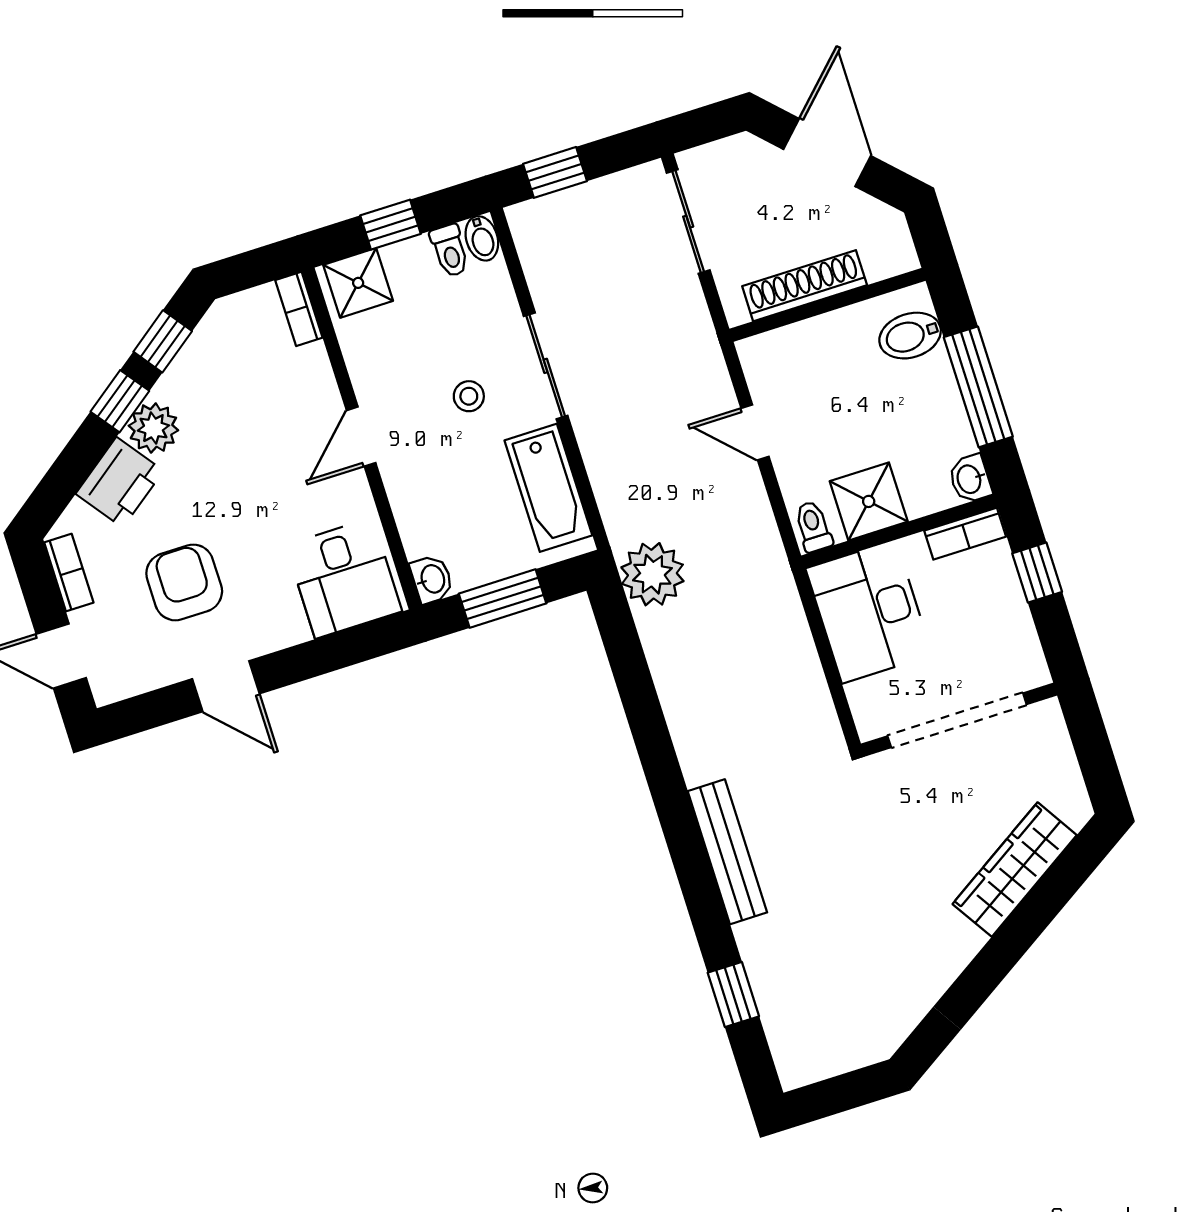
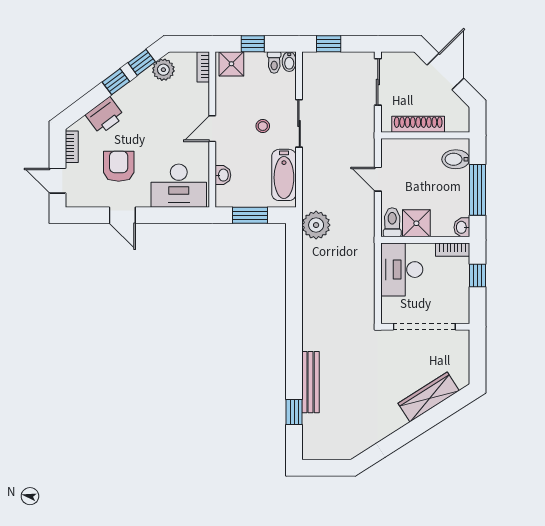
plant: (153, 428) -> (163, 70), moved
toilet: (813, 527) -> (392, 222), width x1.37, depth x1.39
desk: (344, 578) -> (179, 186), width x1.37
washbasin: (432, 579) -> (223, 175), moved
bench: (727, 852) -> (311, 382), moved

